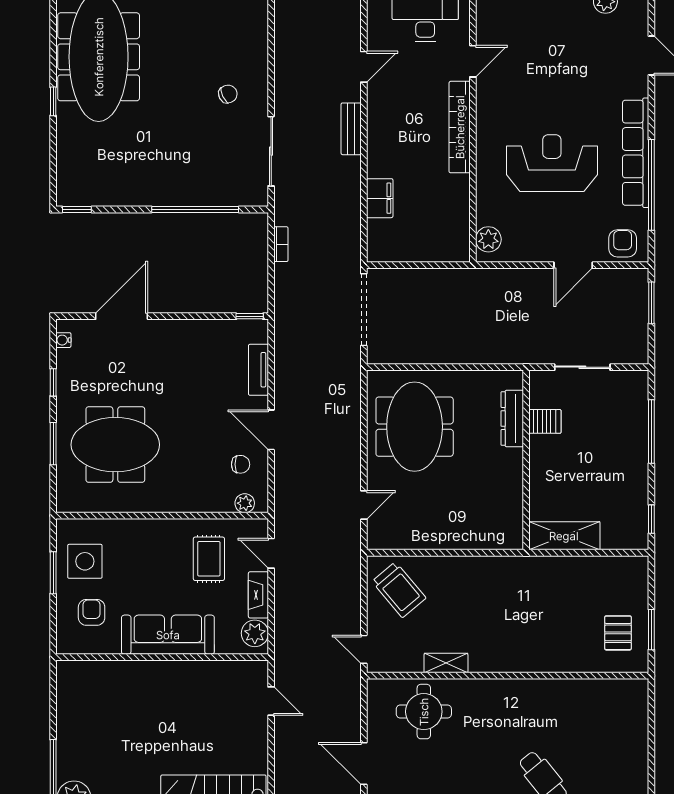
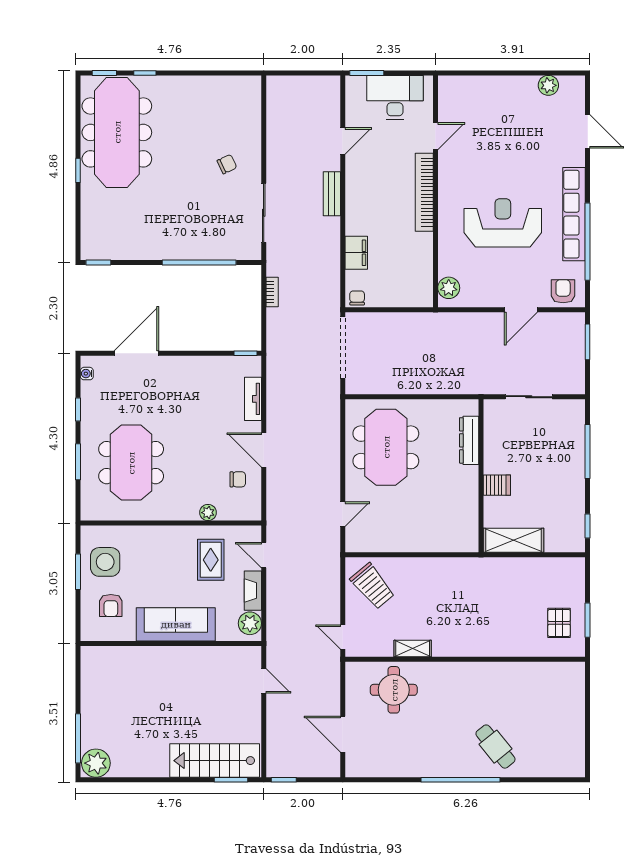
chair: (381, 251) -> (357, 298), added
server rack: (545, 421) -> (497, 485), moved
meeting table: (115, 445) -> (131, 463), turned 90
plant: (245, 503) -> (208, 513), moved
armchair: (92, 612) -> (111, 605), turned 180

